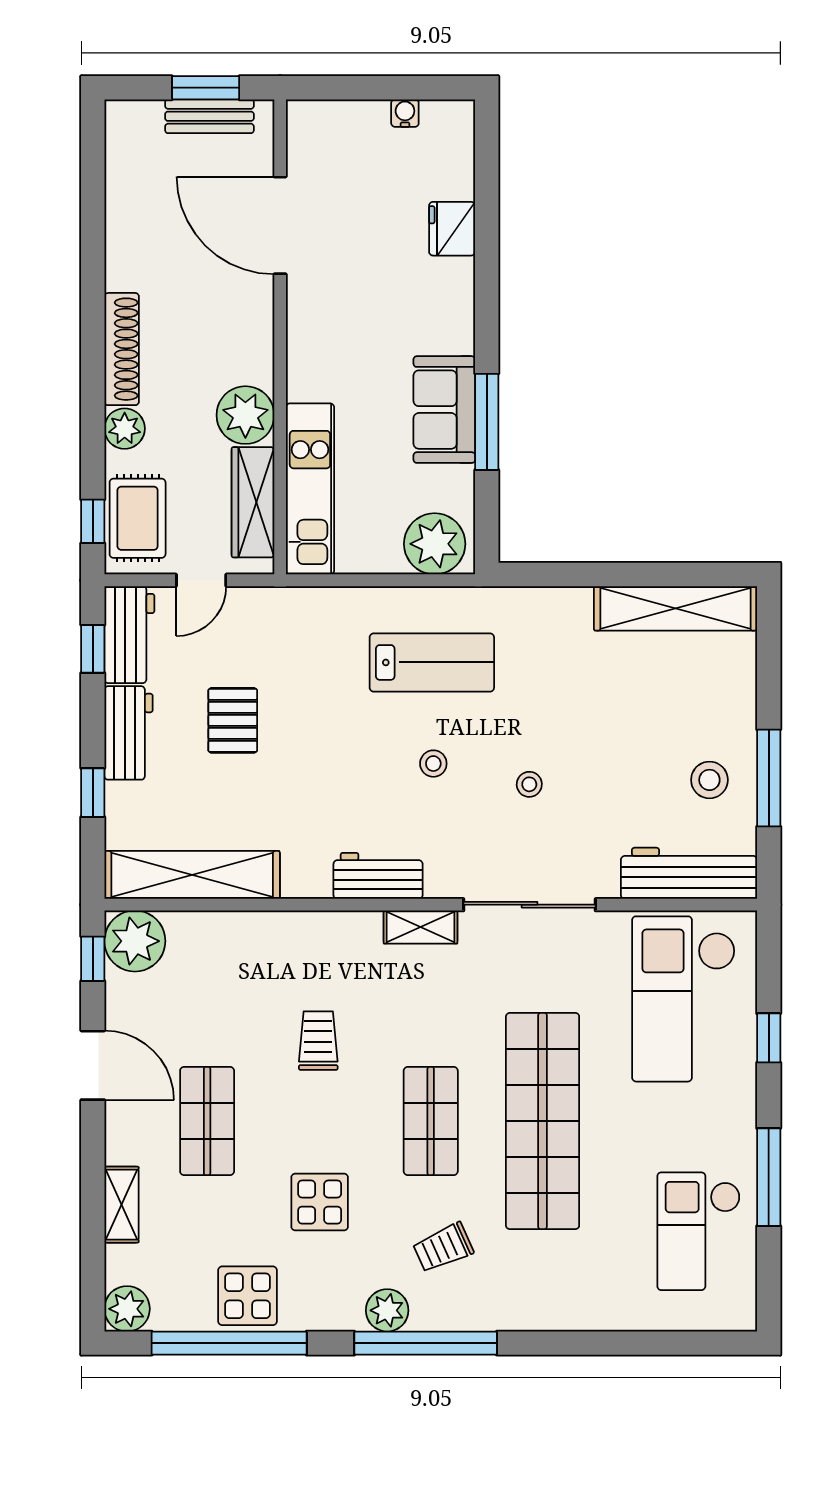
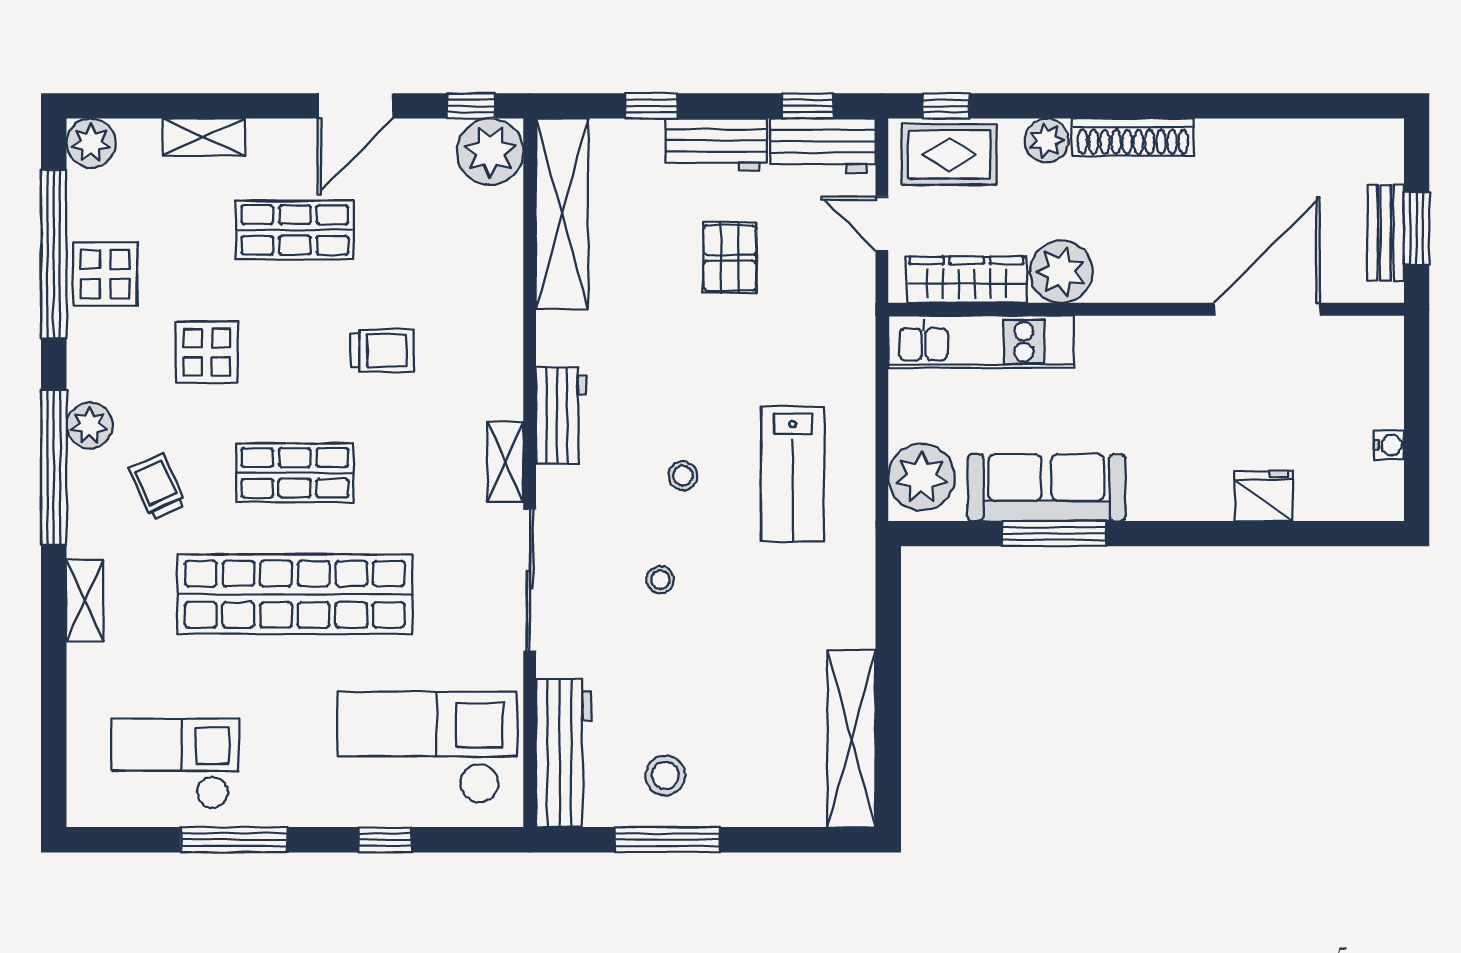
sofa: (444, 410) -> (1046, 488), width x1.36
pallet: (233, 720) -> (730, 258), turned 90
shelving: (549, 1315) -> (85, 601), added

